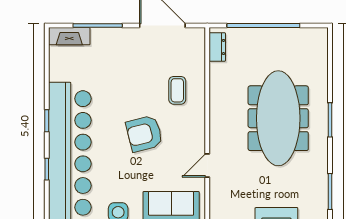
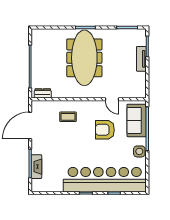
fireplace: (69, 36) -> (36, 167), moved
meeting table: (278, 118) -> (84, 58), turned 90
armchair: (144, 134) -> (105, 130), moved, turned 104

